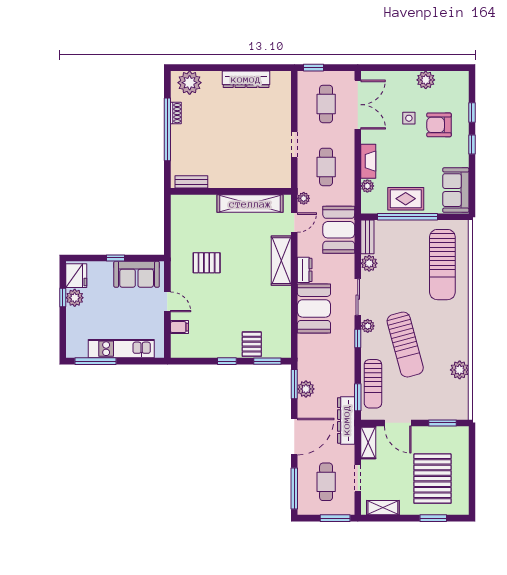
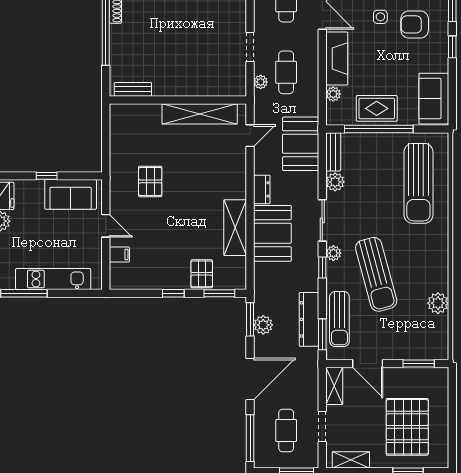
fireplace: (368, 161) -> (337, 59), width x1.37, depth x1.32
plant: (304, 198) -> (261, 82), moved
shelving: (281, 261) -> (235, 228), moved
pallet: (207, 263) -> (150, 181), turned 90
dresser: (346, 420) -> (309, 319), moved

